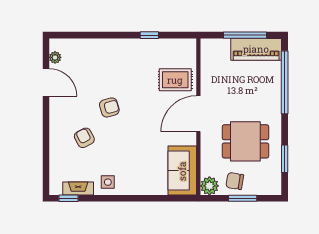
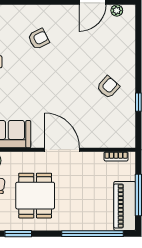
bookcase: (205, 58) -> (116, 156), added
rug: (175, 80) -> (95, 127), removed
armchair: (109, 107) -> (108, 87), moved, turned -122

